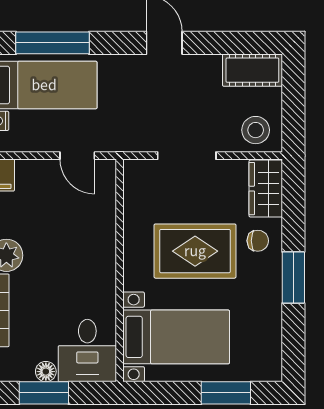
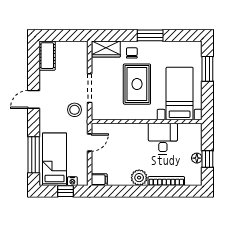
stool: (256, 130) -> (74, 110), moved
desk: (87, 351) -> (163, 139), moved, turned -90
window: (44, 393) -> (207, 159), width x0.67

